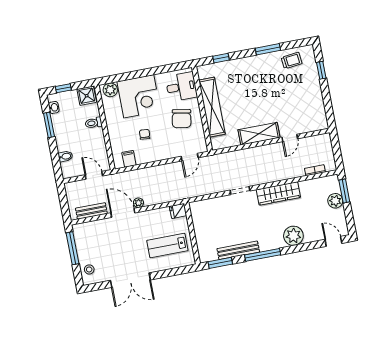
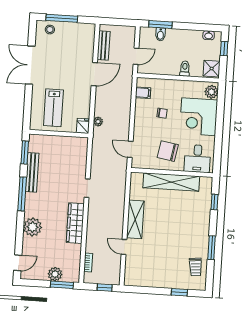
window: (49, 125) -> (160, 25), moved
window: (336, 147) -> (105, 287), added
plant: (138, 203) -> (98, 122), moved
lab bench: (167, 246) -> (53, 108), turned 180
window: (73, 248) -> (62, 18), moved

